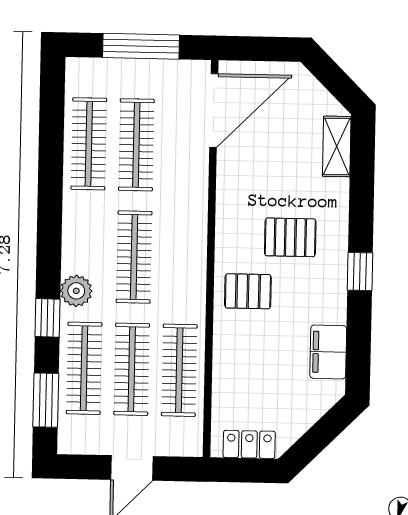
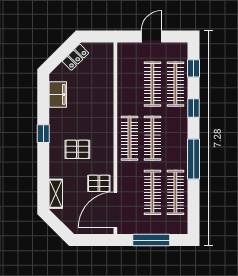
window: (50, 212) -> (194, 159), added
plant: (76, 291) -> (180, 121), removed
pallet: (248, 291) -> (99, 183), moved
clothes rail: (179, 370) -> (129, 138), moved
window: (46, 400) -> (194, 68), width x0.67
locker: (249, 444) -> (76, 57), moved, turned -45

